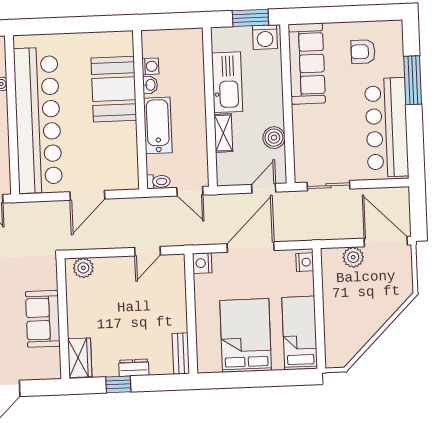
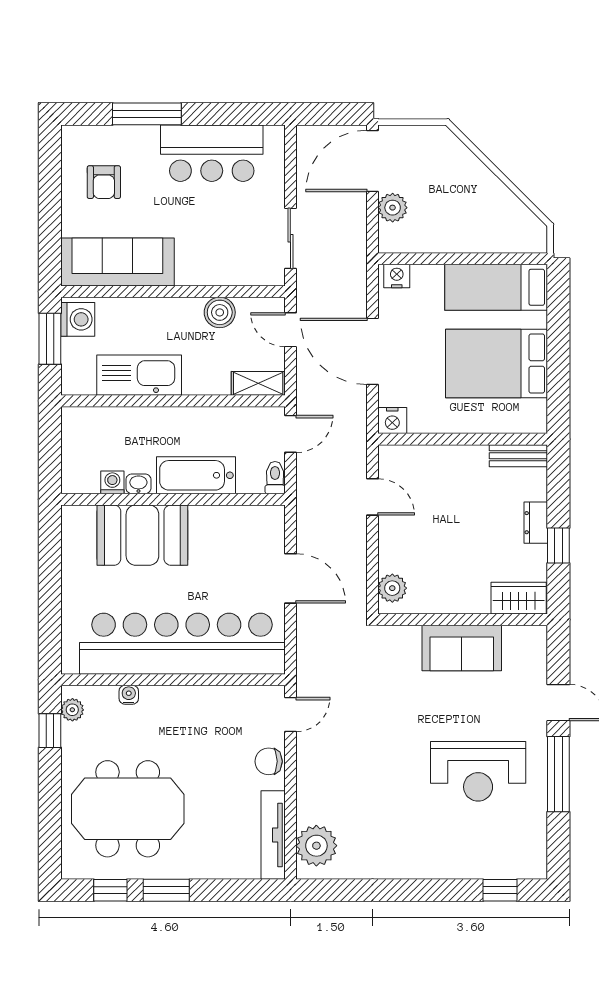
bar counter: (387, 127) -> (212, 153), width x0.73
shelving: (223, 133) -> (258, 383), moved

